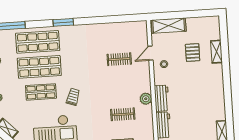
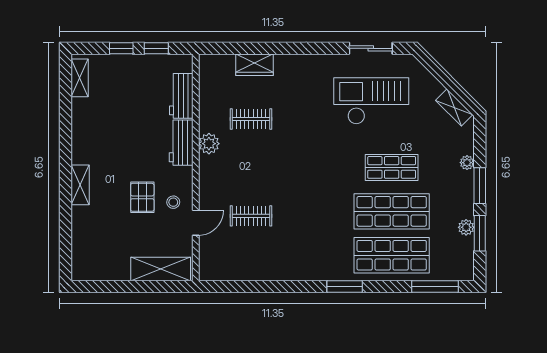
shelving: (216, 52) -> (80, 185), moved
pallet: (193, 53) -> (142, 197), moved
trolley: (73, 97) -> (336, 155), removed

